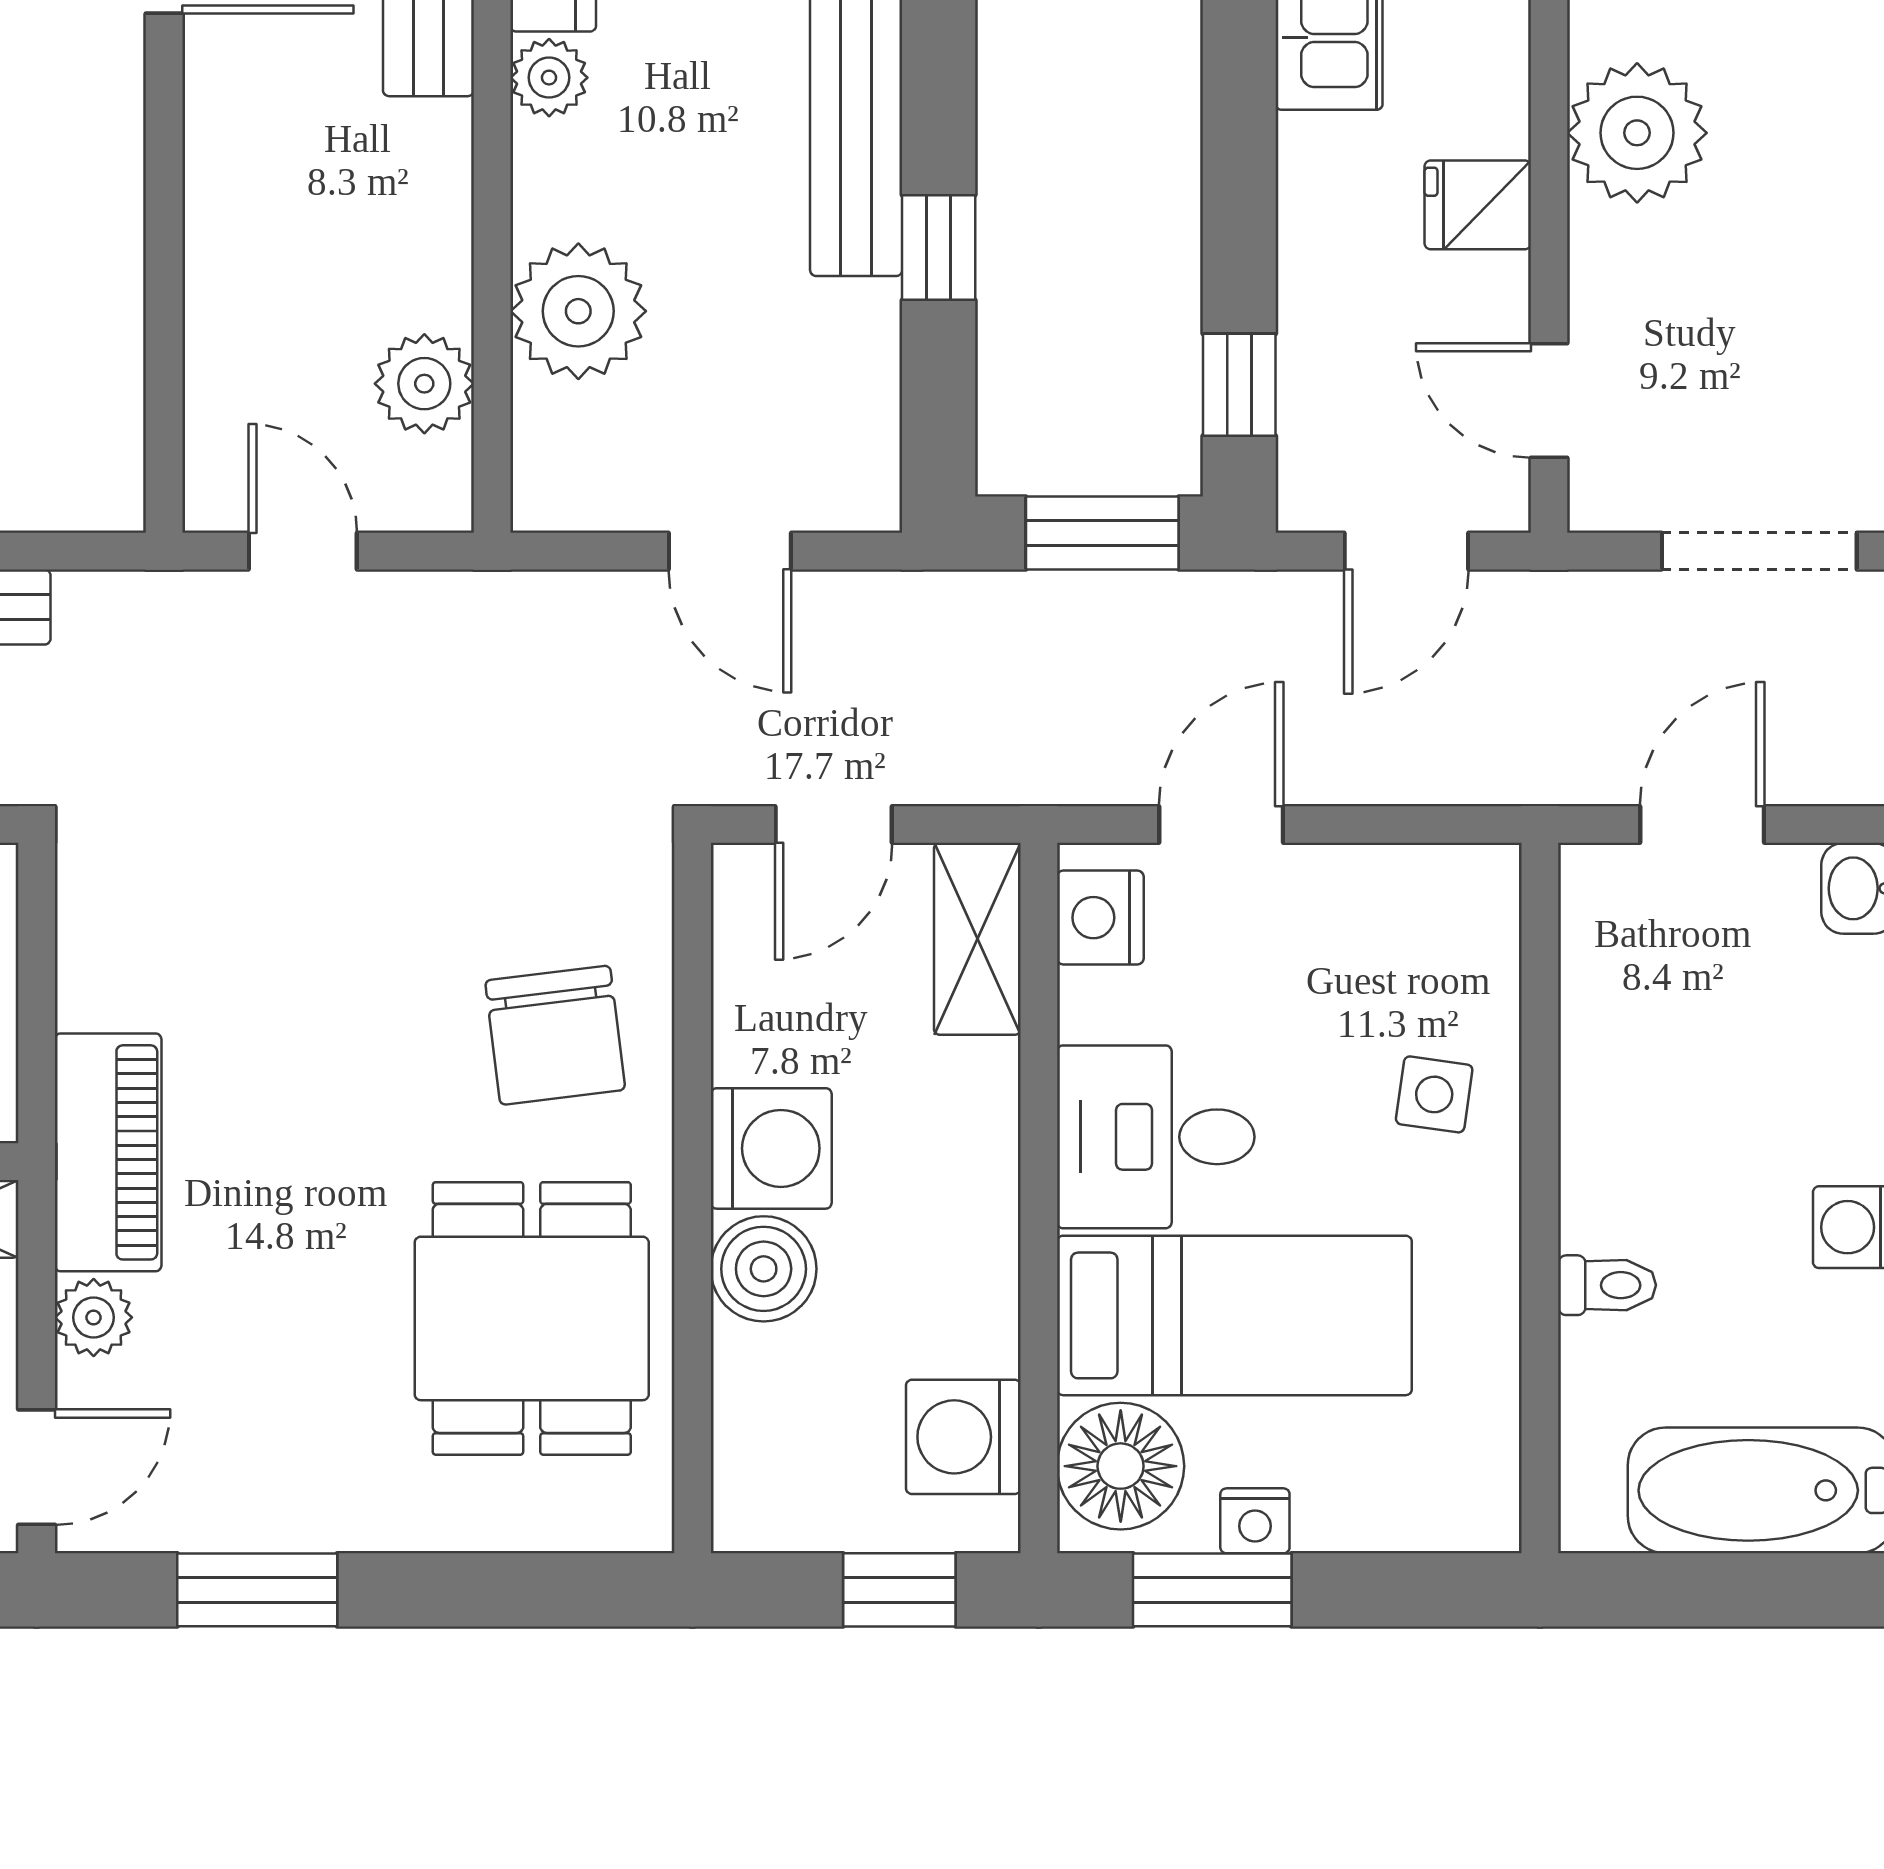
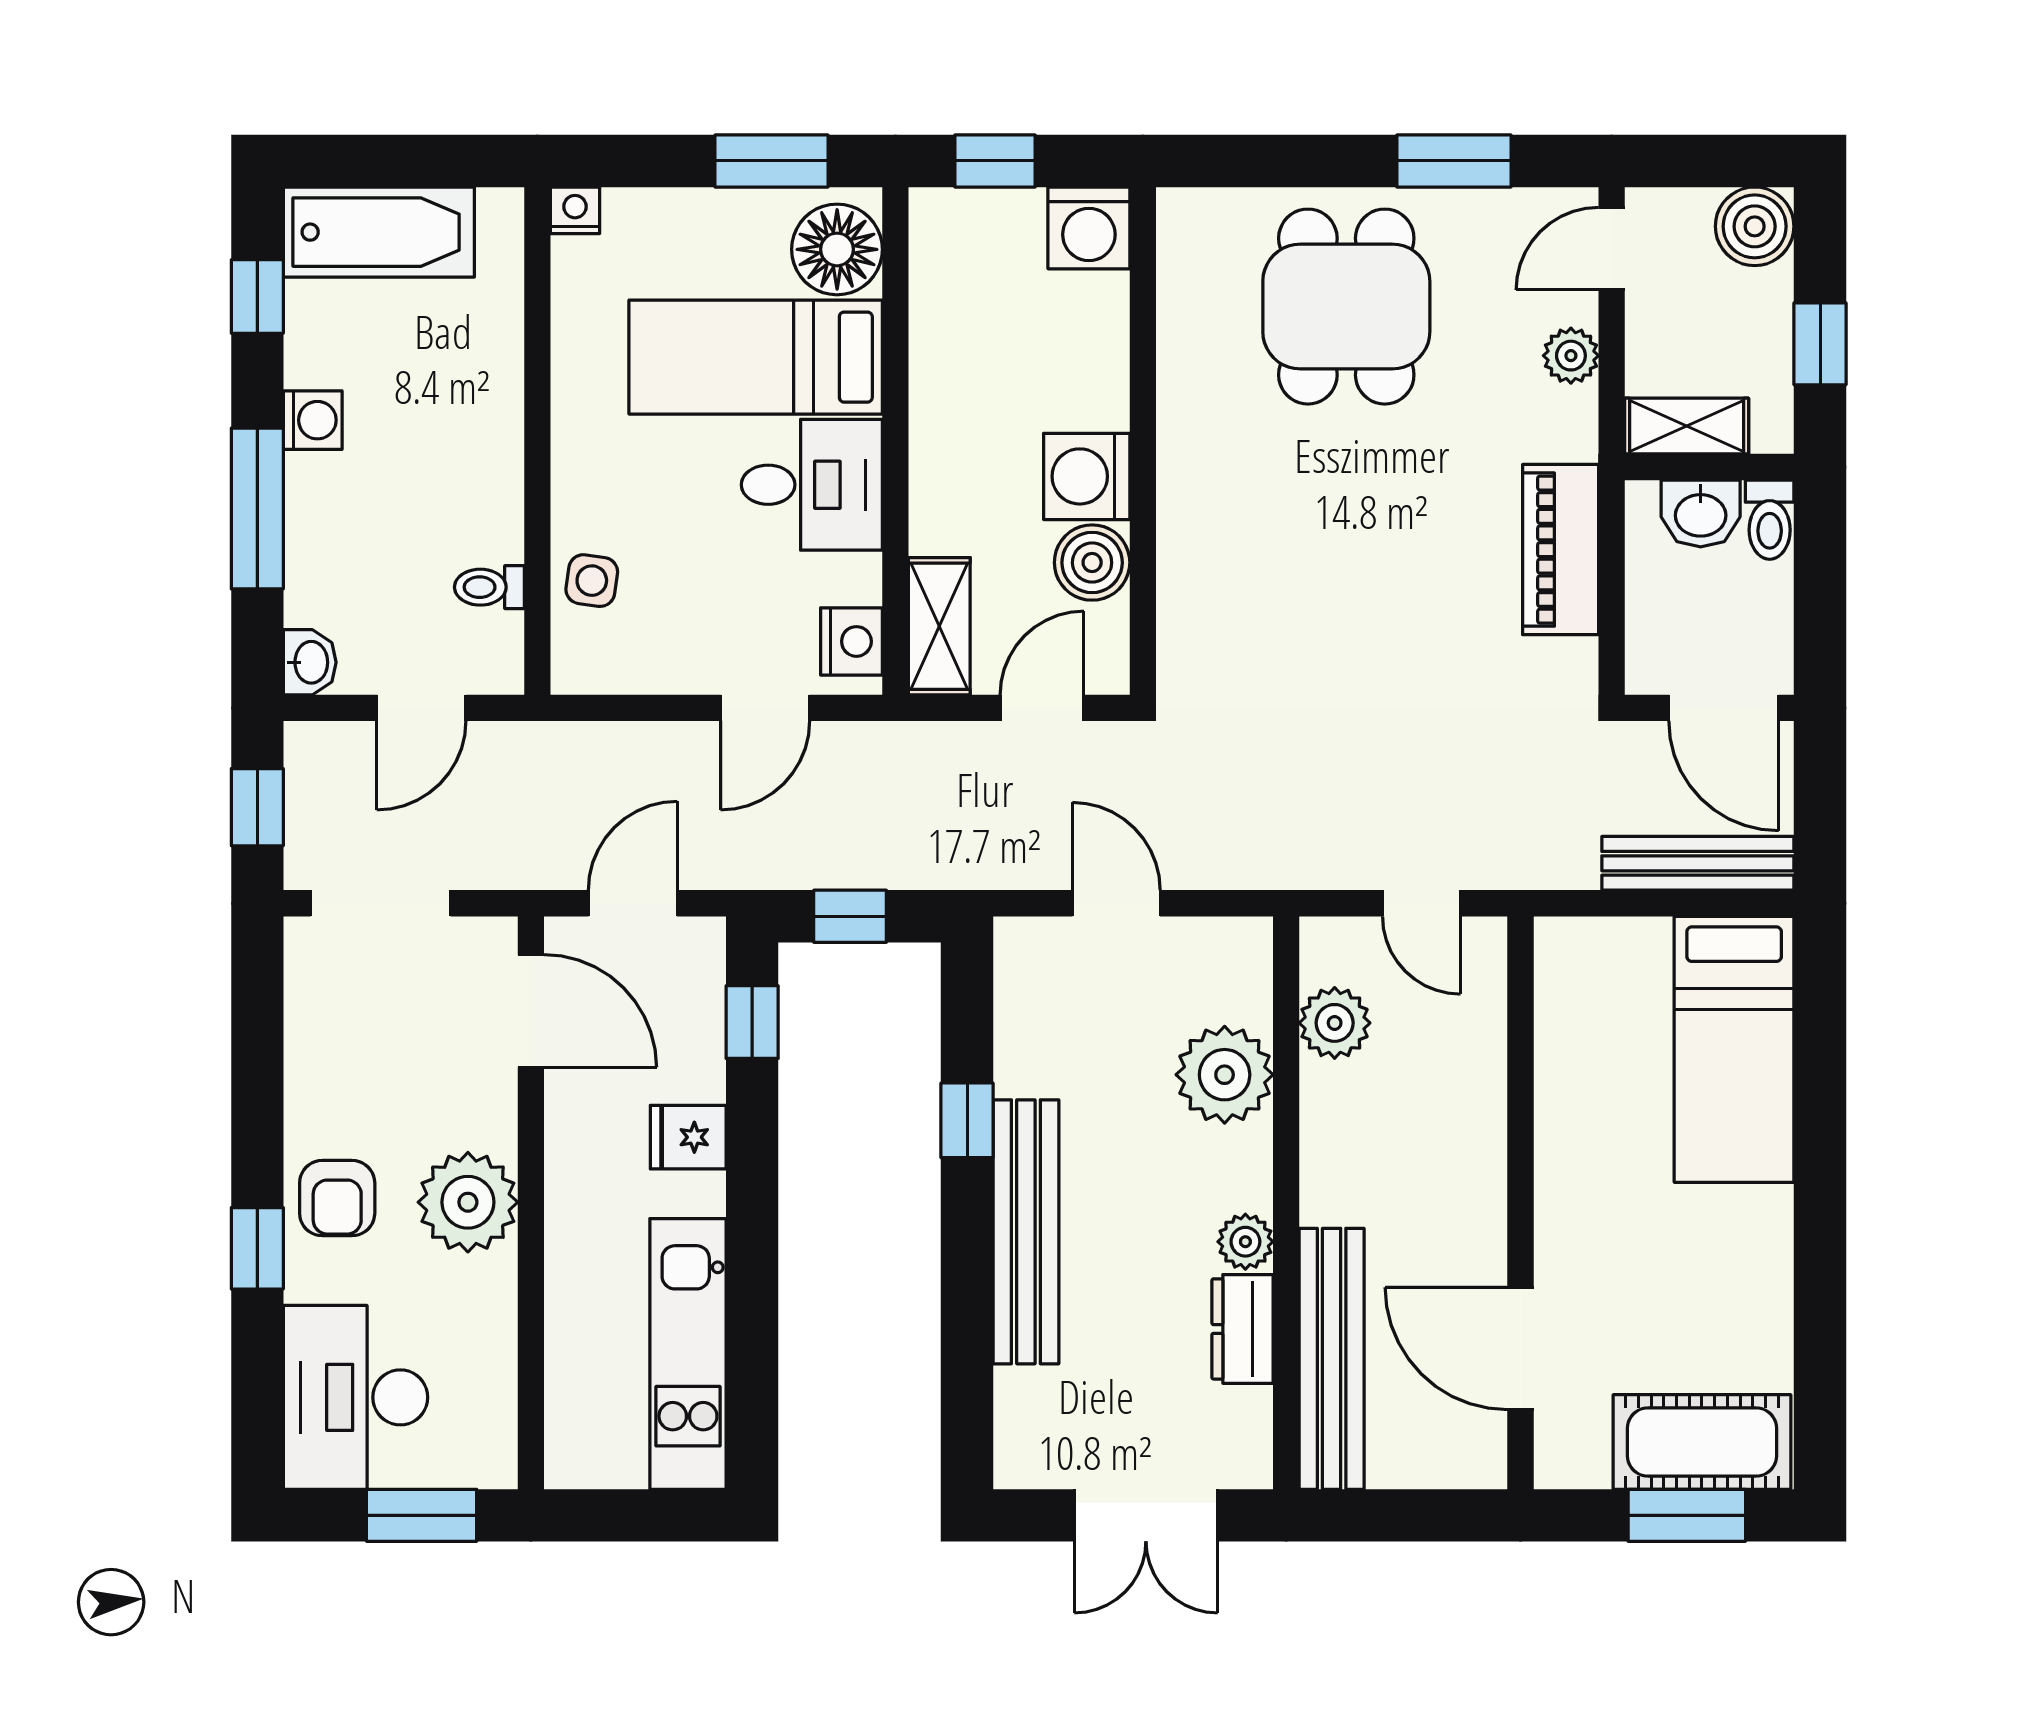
armchair: (1820, 139) -> (337, 1198), added
fridge: (1478, 205) -> (688, 1137), moved, turned 180
door: (1549, 401) -> (531, 1011), width x1.38
window: (1102, 533) -> (850, 916), width x0.67
chair: (555, 1035) -> (1241, 557), removed
side table: (1434, 1094) -> (592, 581), moved
piano: (108, 1152) -> (1561, 550), moved
boiler: (764, 1269) -> (1092, 563), moved
toilet: (1607, 1285) -> (489, 587), moved
dining table: (532, 1318) -> (1346, 307), moved
washing machine: (963, 1437) -> (1089, 228), moved, turned 90
nightstand: (1255, 1521) -> (575, 210), moved

